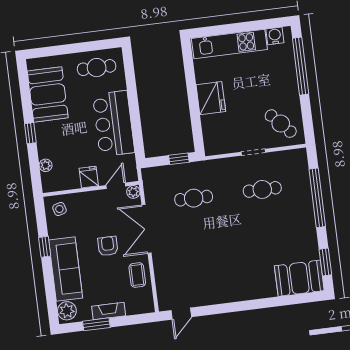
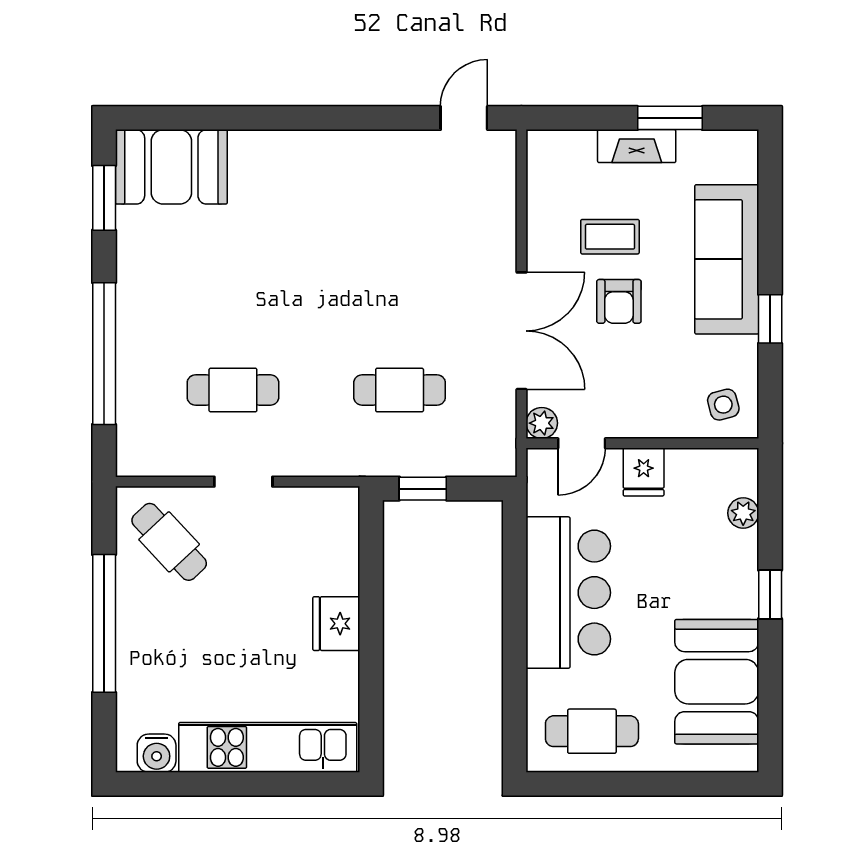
window: (301, 66) -> (104, 623), moved
fridge: (211, 98) -> (336, 624), width x0.73, depth x0.75
coffee table: (137, 275) -> (610, 237), moved, turned 90
plant: (67, 311) -> (736, 159), removed

